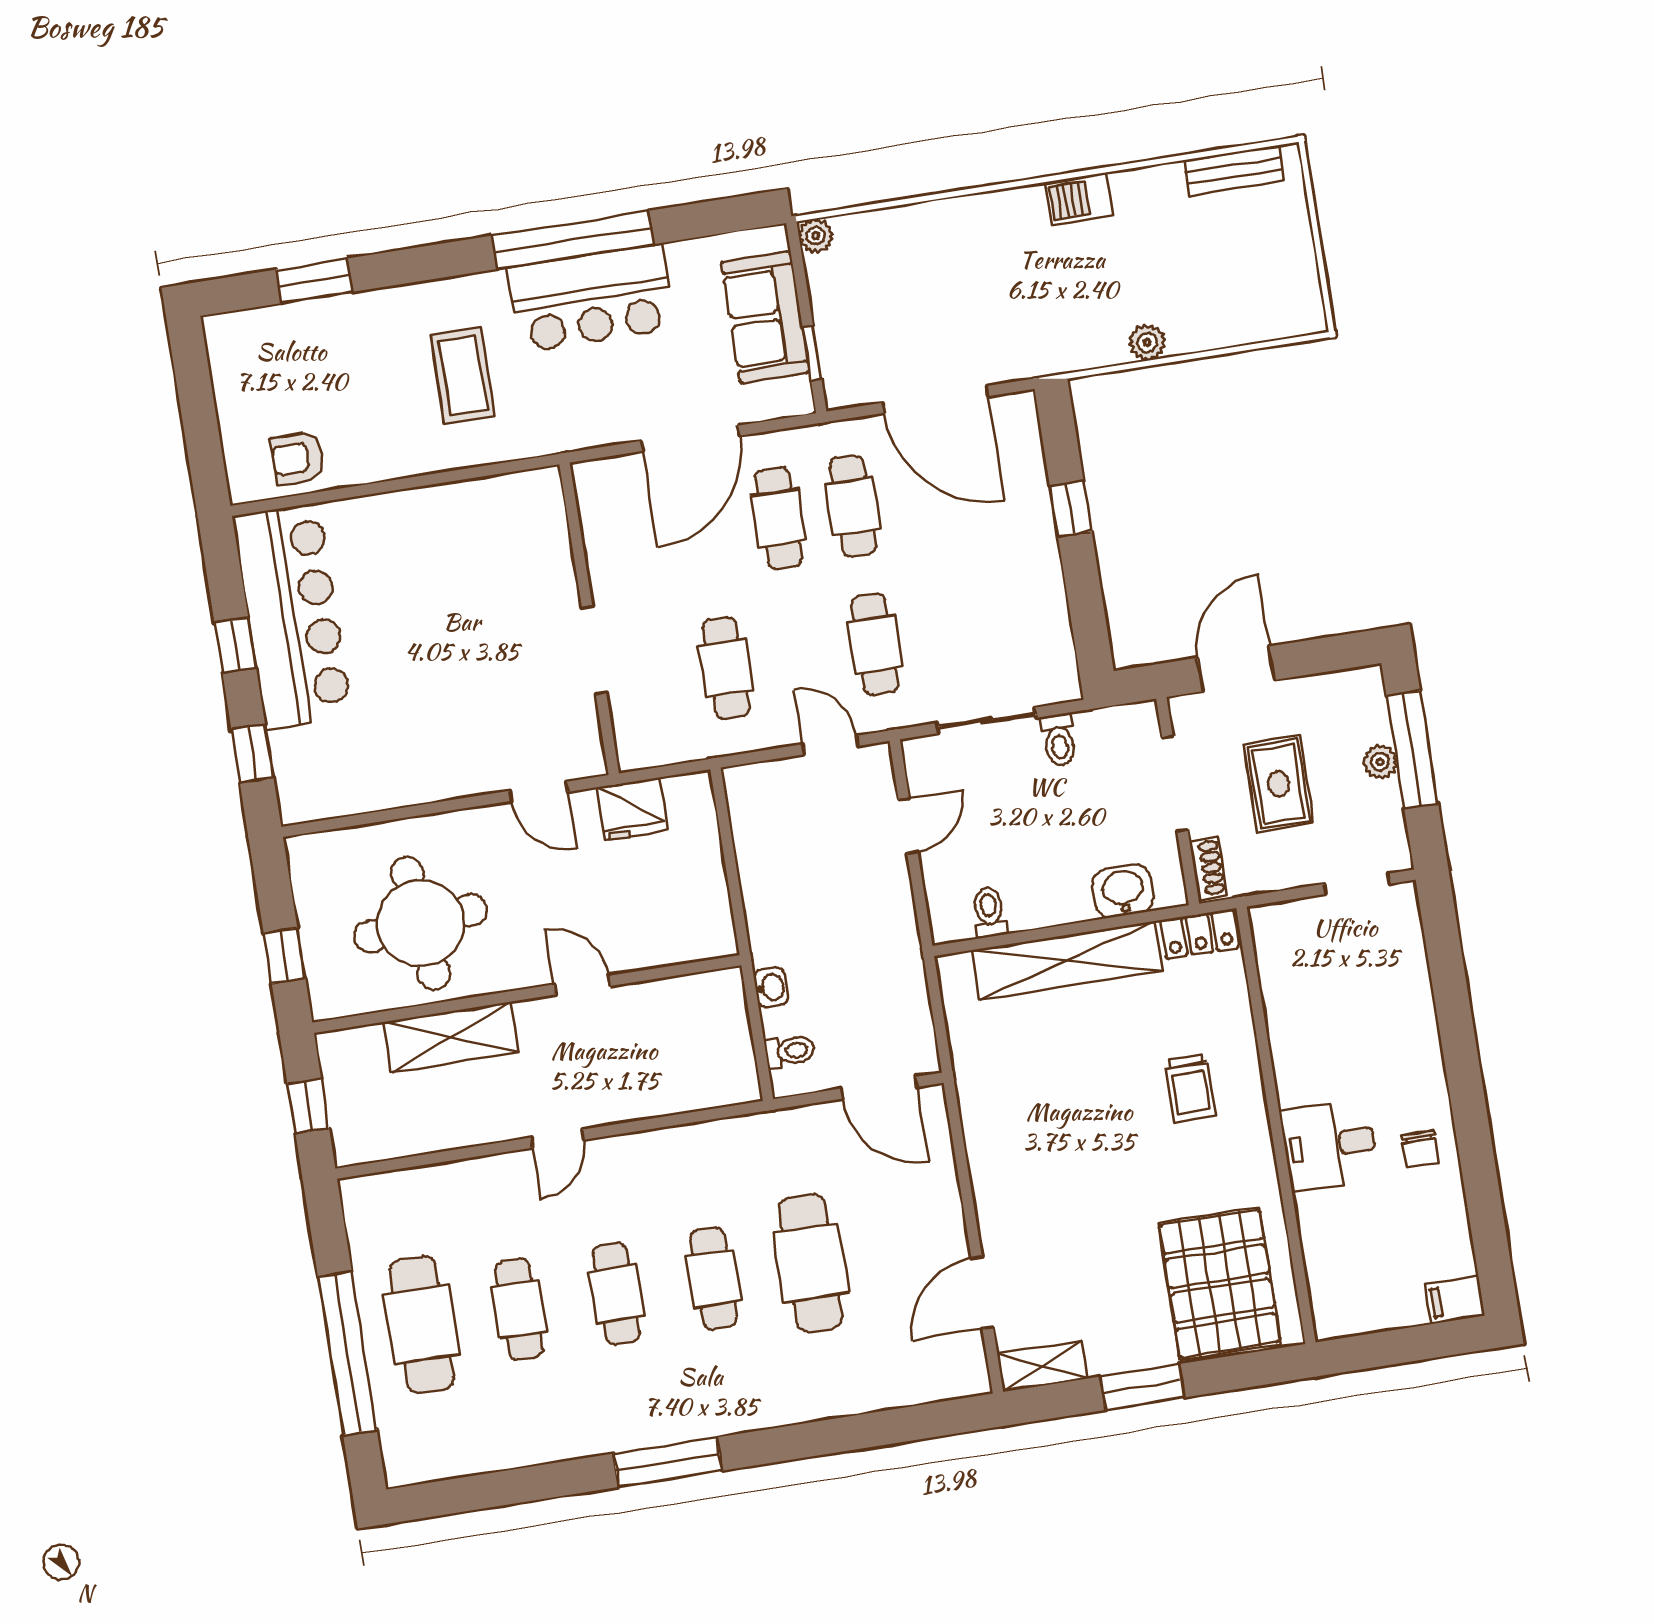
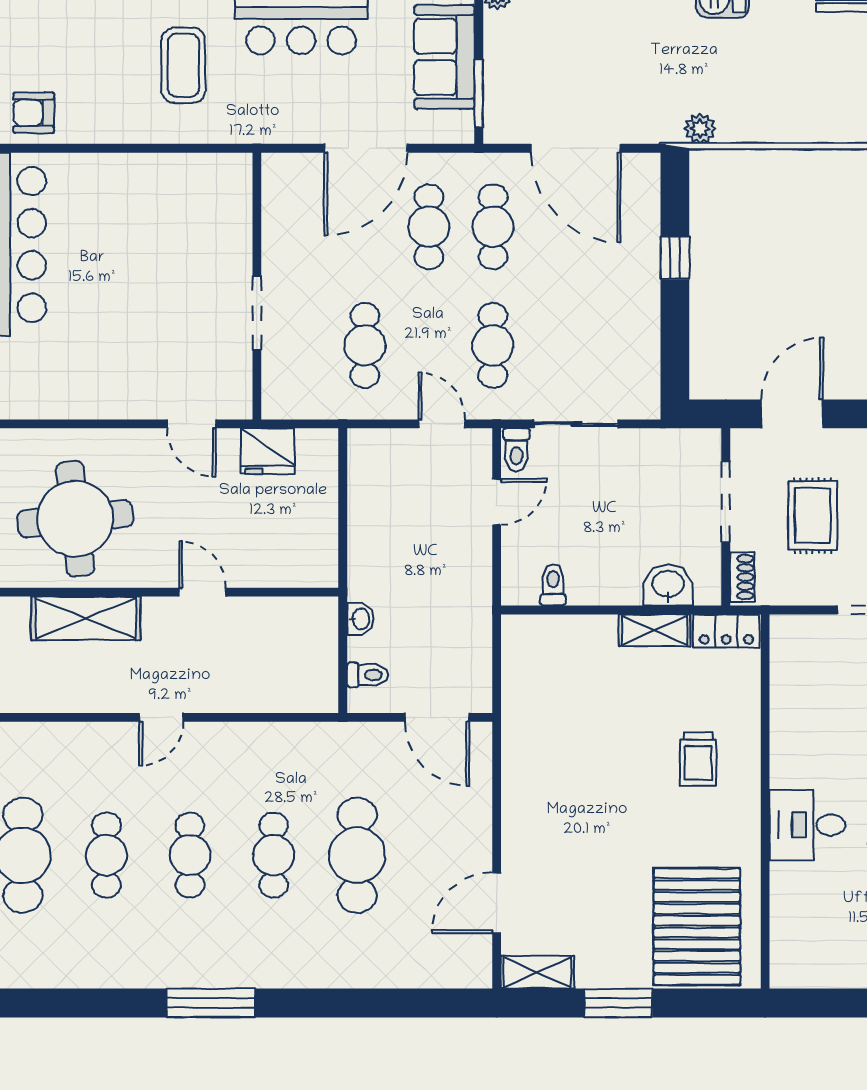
plant: (1147, 343) -> (700, 129), moved
window: (812, 353) -> (479, 93), width x1.50
toilet: (1059, 740) -> (516, 450), moved
shelving: (1067, 960) -> (655, 630), width x0.45, depth x0.75

